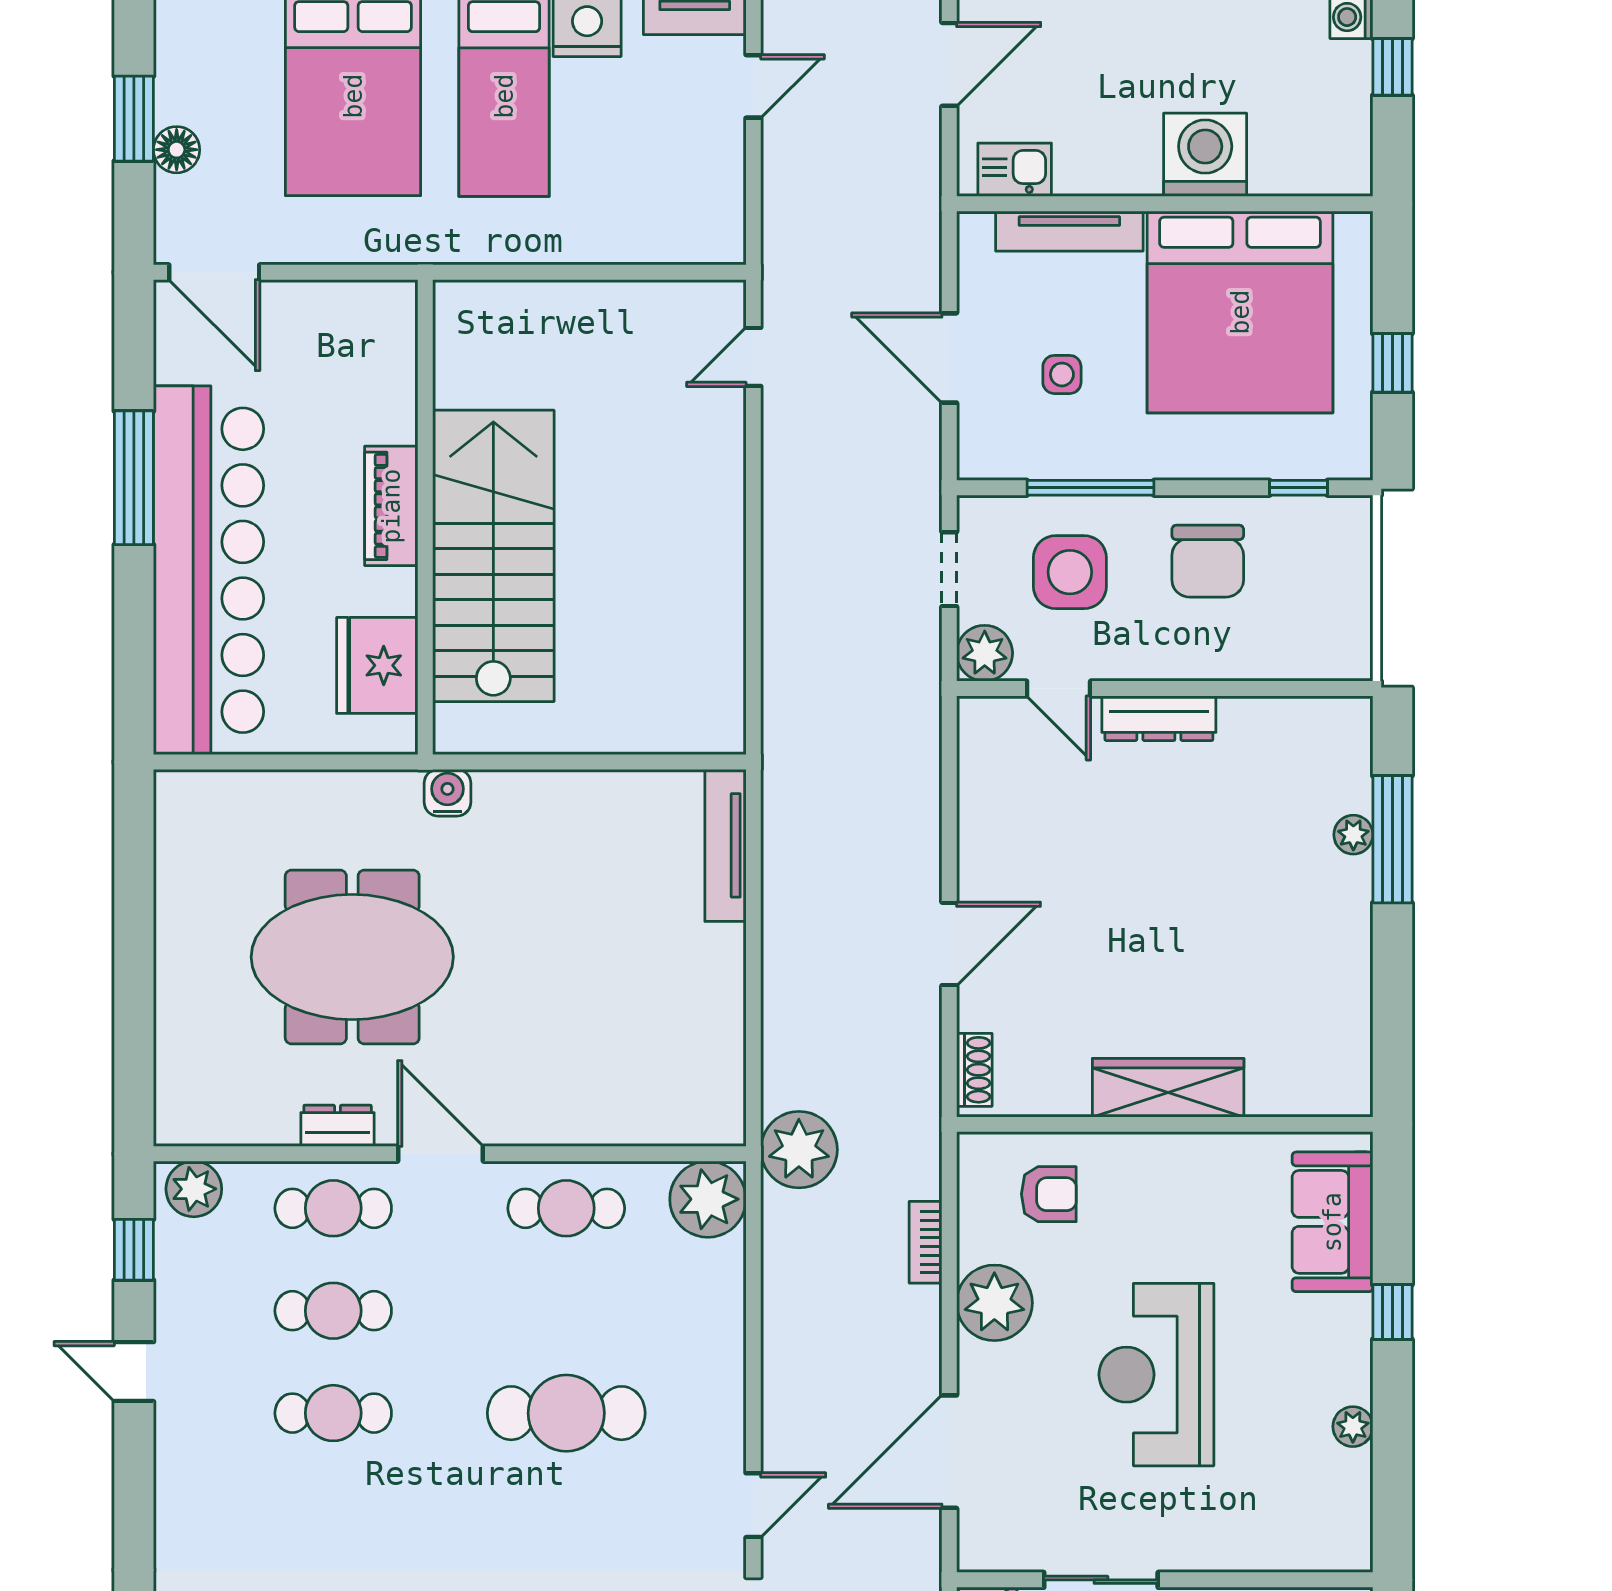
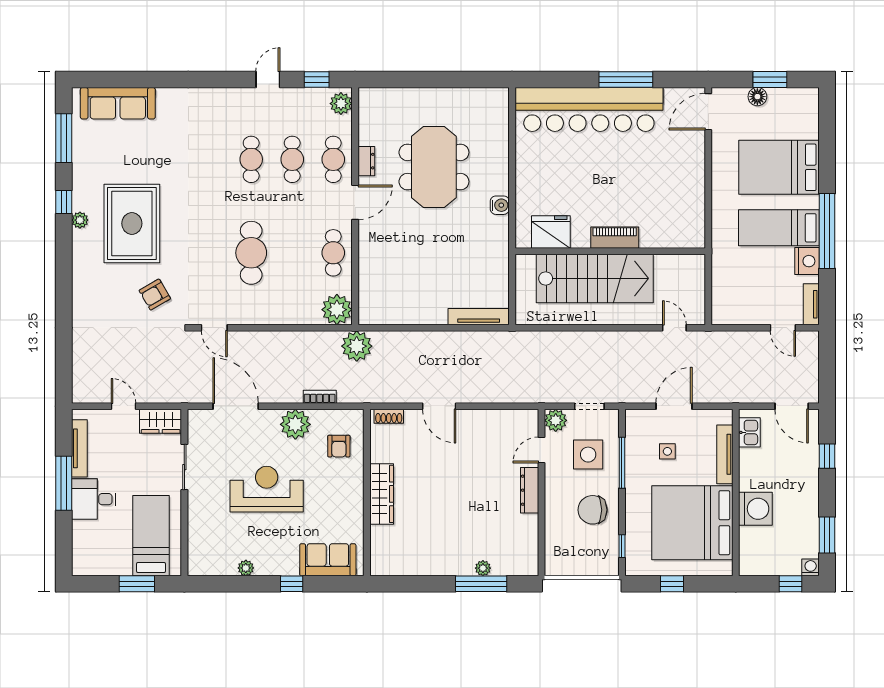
piano: (391, 506) -> (615, 238), moved
wall: (425, 517) -> (610, 251), moved
stairs: (493, 556) -> (595, 278), moved
fridge: (377, 665) -> (551, 232), moved

